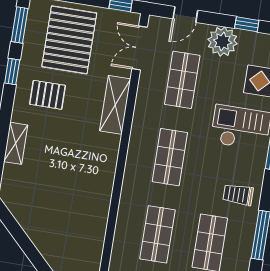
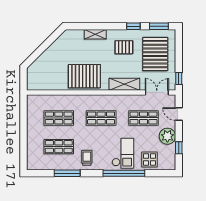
pallet: (69, 40) -> (155, 54), turned 90
pallet: (48, 95) -> (124, 47), turned 90
pallet: (89, 175) -> (84, 76), added

